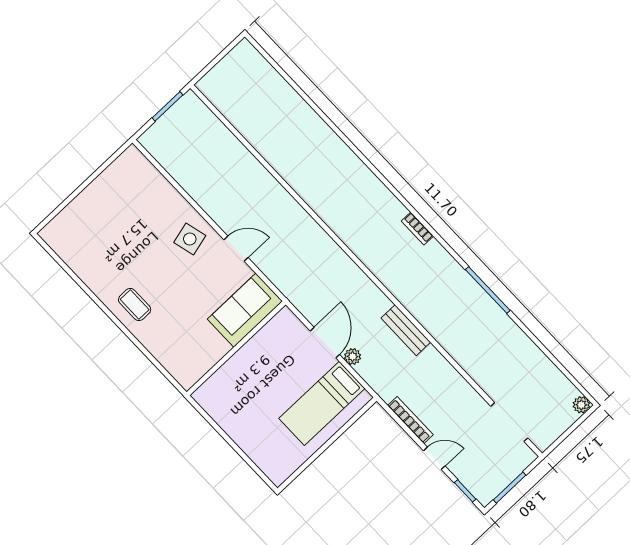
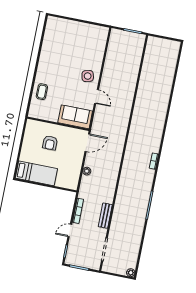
coffee table: (135, 305) -> (42, 92), moved
bench: (406, 330) -> (105, 216), moved
door: (325, 343) -> (87, 143), moved
armchair: (259, 385) -> (50, 143), added
bed: (322, 403) -> (36, 173), moved, turned 180
door: (434, 458) -> (70, 231), swing flipped

